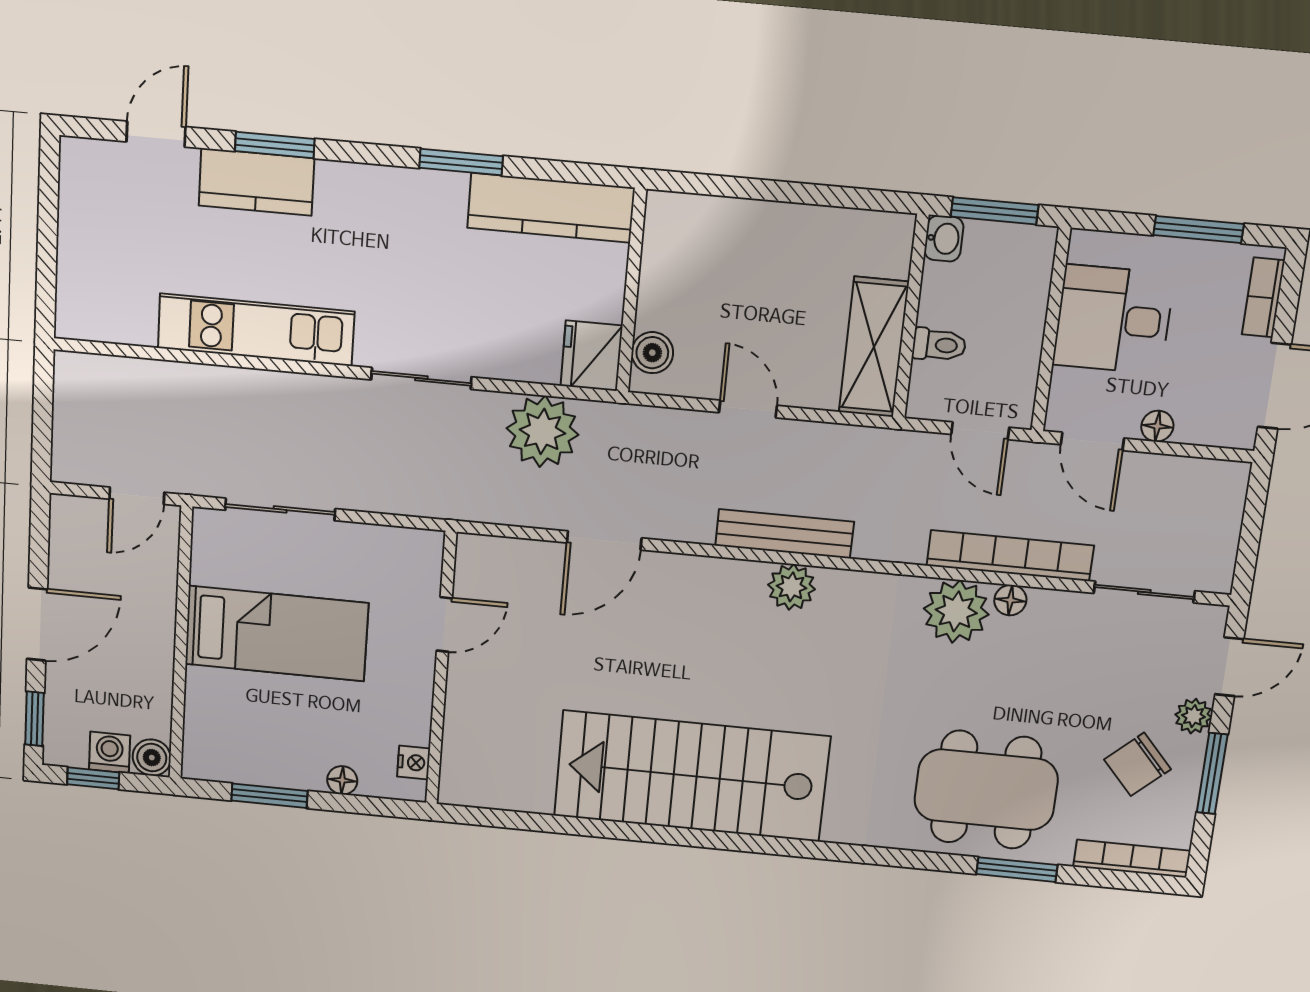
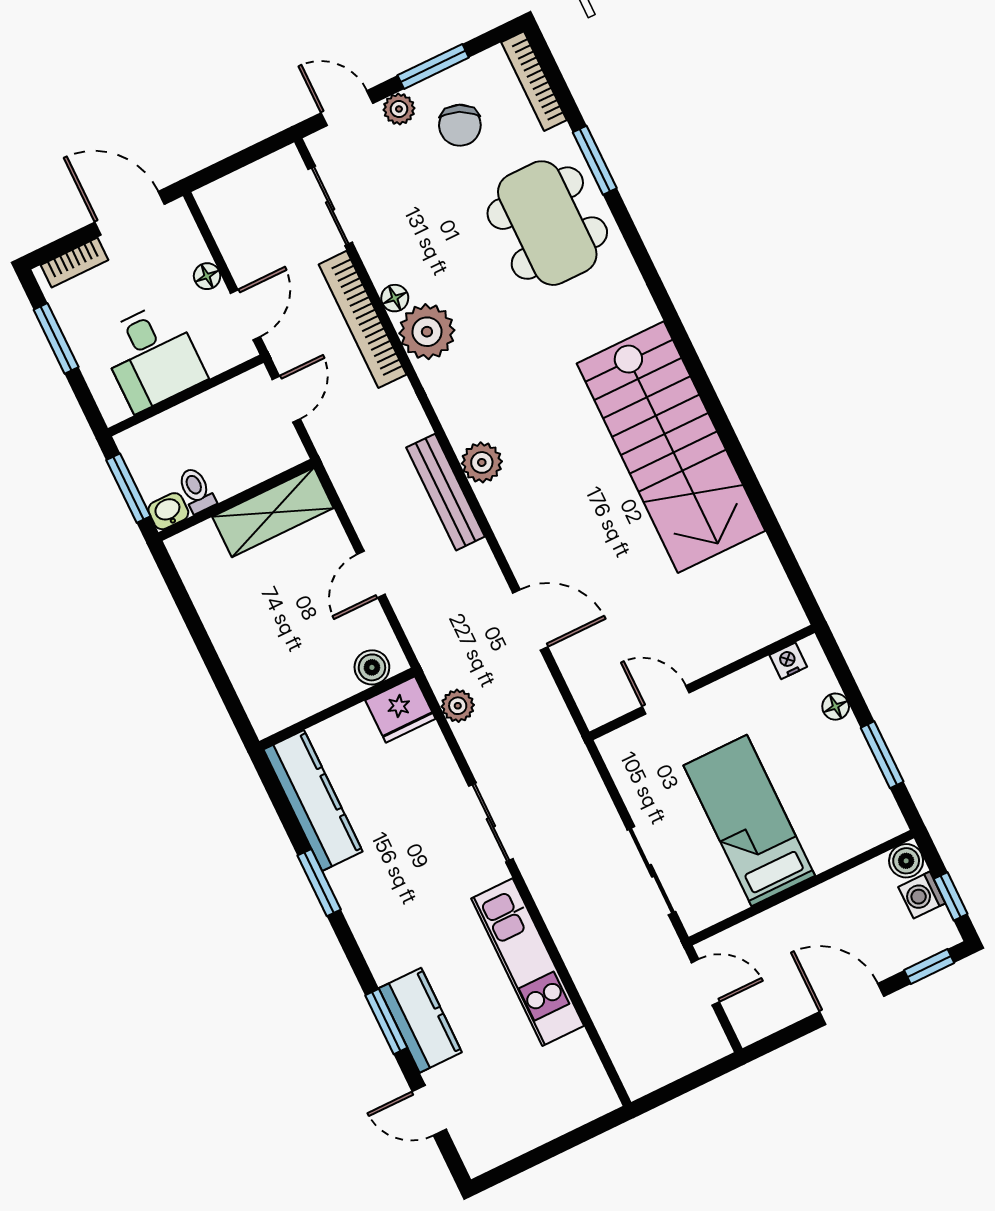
toilet: (939, 345) -> (196, 490), moved
plant: (542, 431) -> (458, 706), width x0.53, depth x0.53
chair: (1137, 764) -> (460, 125), turned 66

